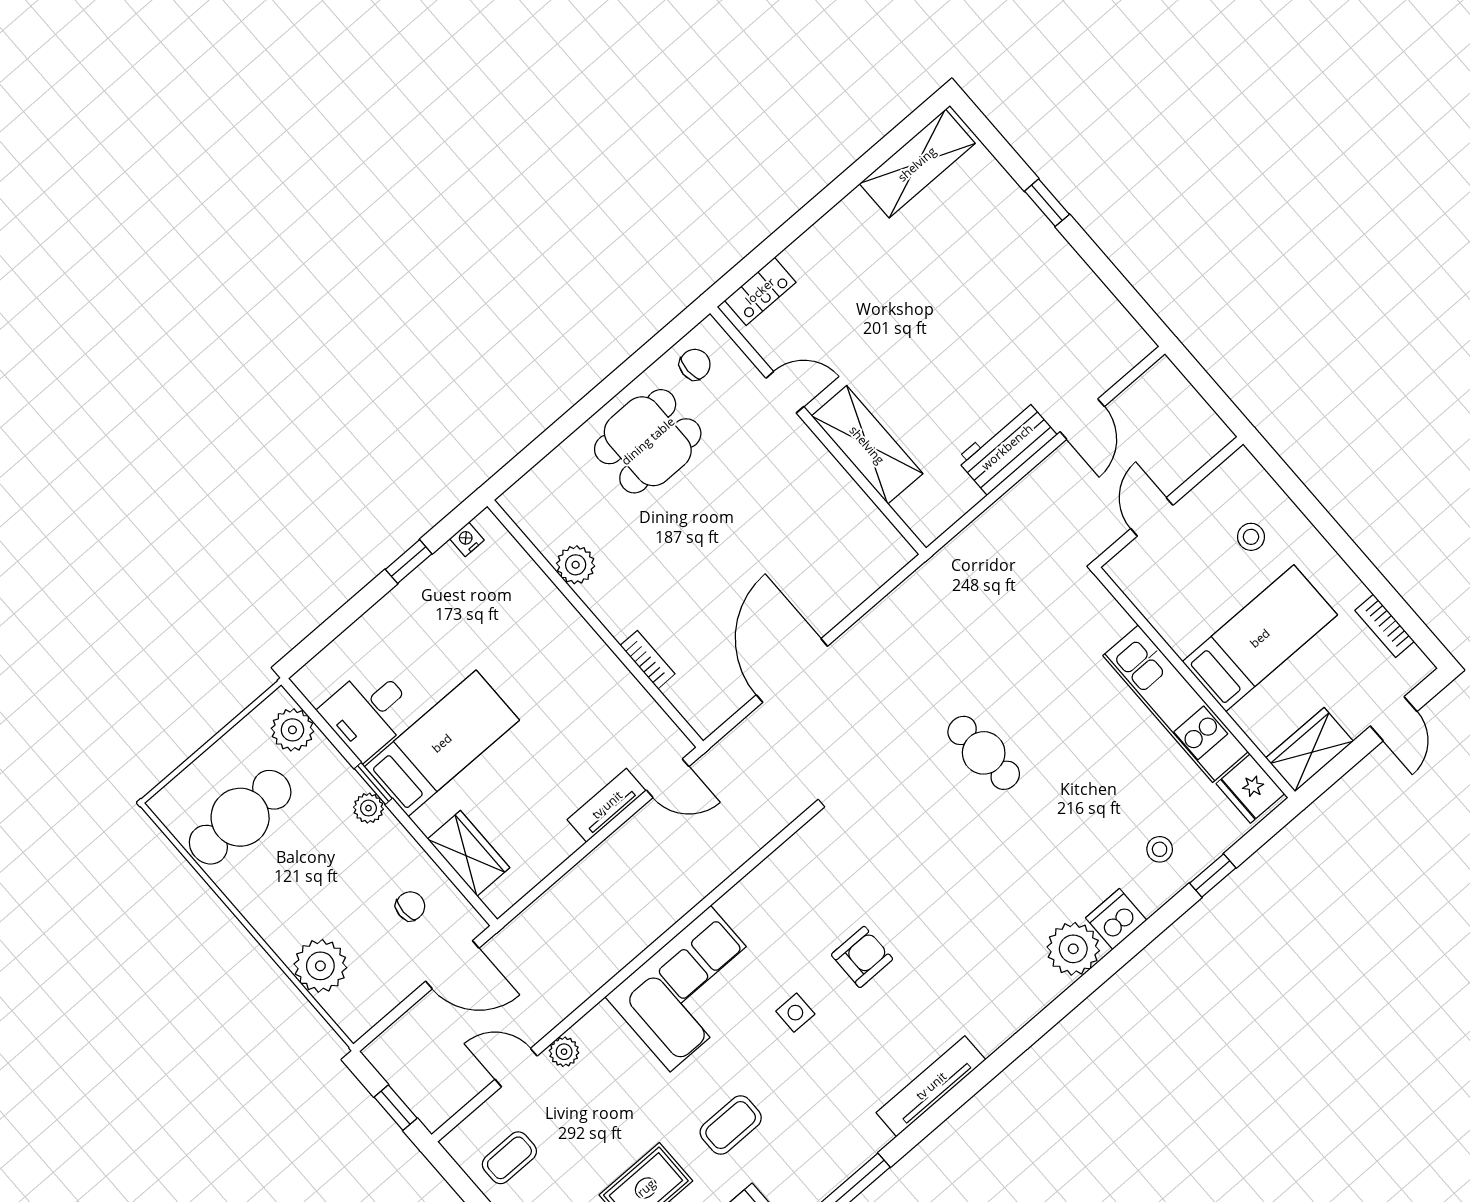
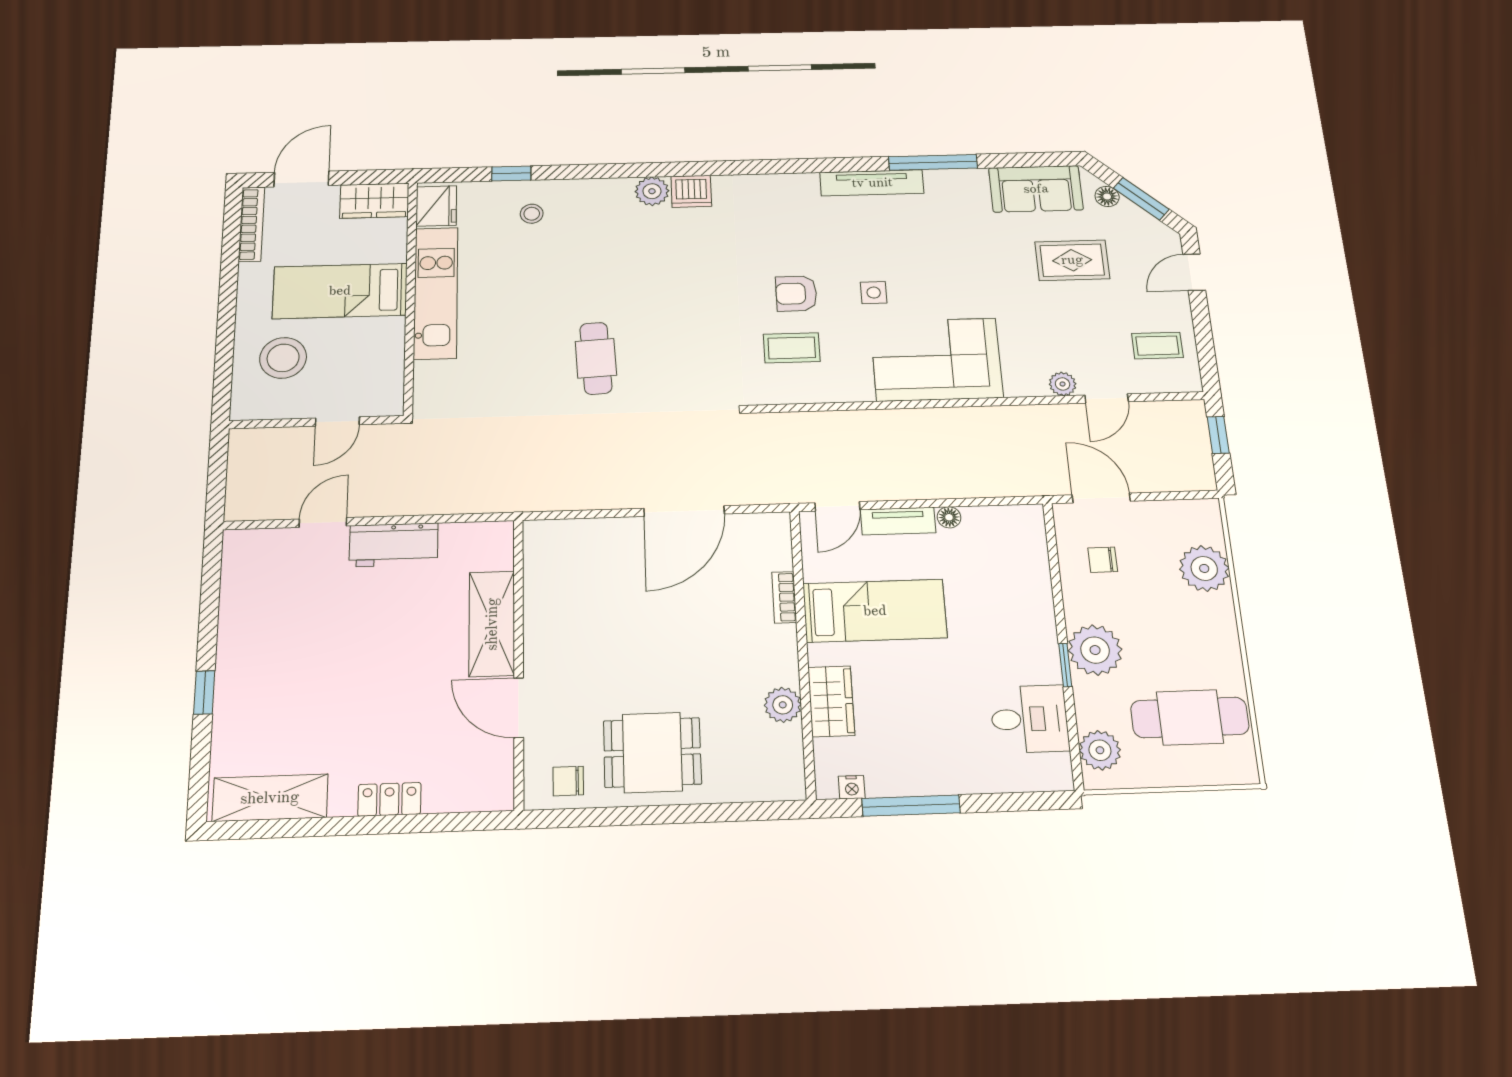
locker: (760, 291) -> (389, 799), moved
door: (785, 392) -> (519, 708), width x1.38
stool: (1251, 537) -> (283, 358), width x1.89, depth x1.89
window: (409, 562) -> (911, 806), width x2.17
bookcase: (1385, 626) -> (251, 224), width x1.56
door: (1394, 719) -> (301, 179), width x1.38
bed: (442, 743) -> (875, 611), moved, turned 180
door: (668, 778) -> (837, 506), swing flipped
plant: (368, 808) -> (1095, 650), width x1.88, depth x1.88
floor lamp: (567, 843) -> (949, 517), added
wardrobe: (469, 853) -> (831, 701), moved, turned 180
dishwasher: (1116, 919) -> (691, 191), moved
plant: (1073, 949) -> (652, 191), width x0.73, depth x0.73
door: (516, 1068) -> (1107, 398), hinge flipped
tv unit: (931, 1086) -> (872, 183), moved
coffee table: (731, 1125) -> (792, 348), moved

